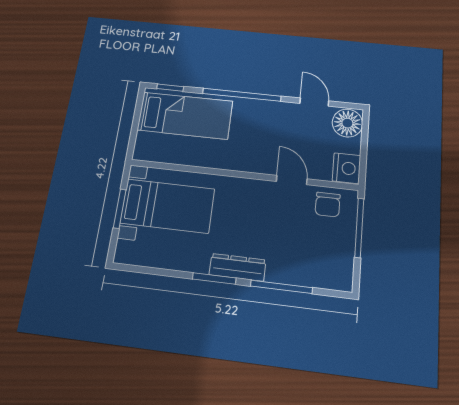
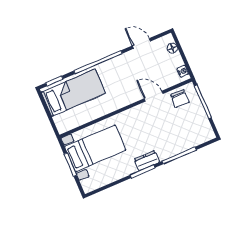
floor lamp: (347, 123) -> (172, 48), width x0.53, depth x0.53
nightstand: (347, 168) -> (183, 71), width x0.53, depth x0.56
dresser: (238, 267) -> (147, 161), width x0.70

